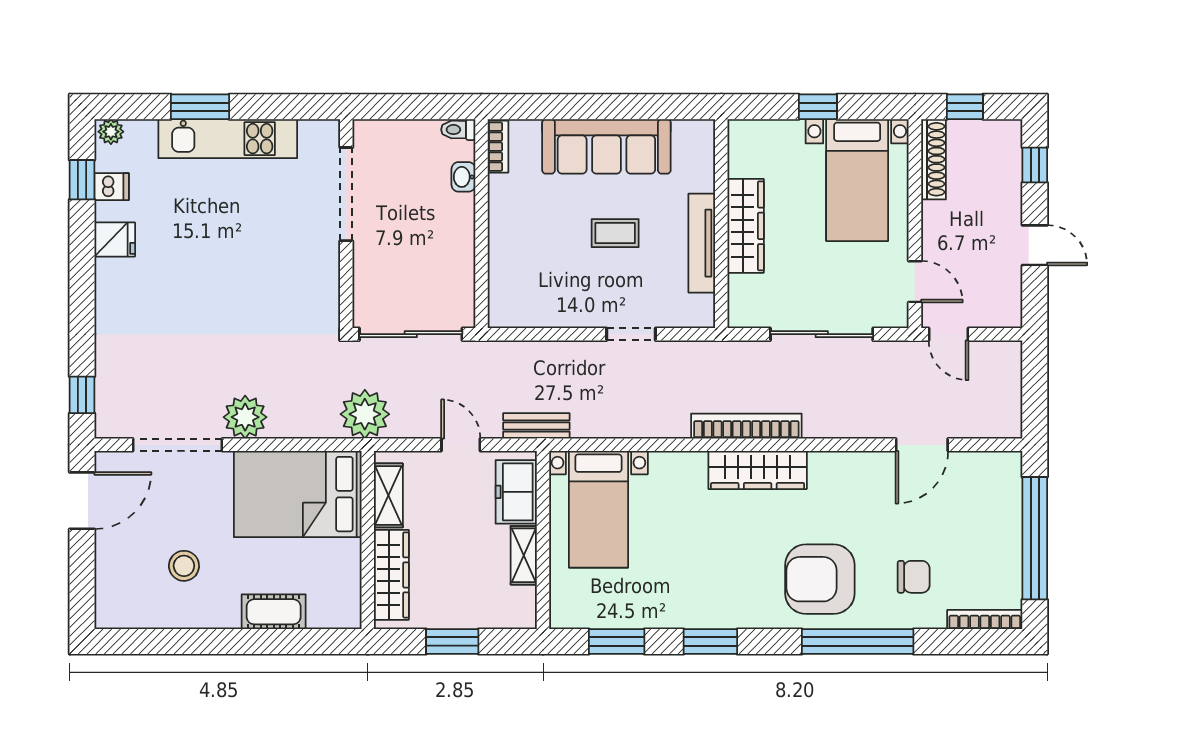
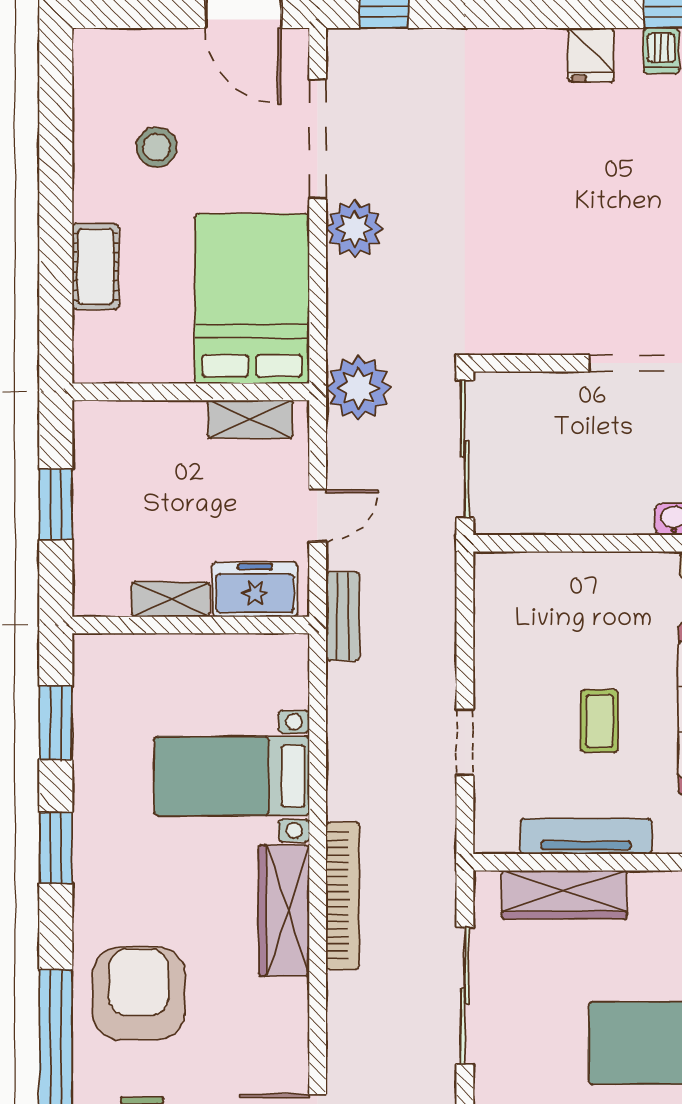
wardrobe: (746, 226) -> (564, 895), moved
bed with nightstands: (598, 509) -> (232, 776), moved
wardrobe: (391, 575) -> (144, 423), removed

